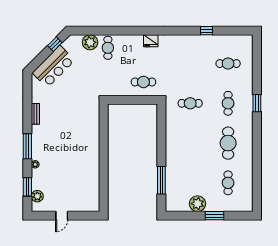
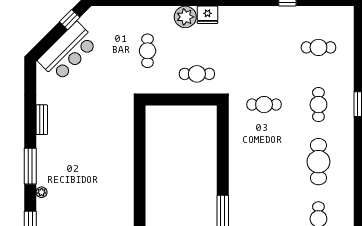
plant: (90, 42) -> (185, 17), moved
cafe table: (108, 48) -> (148, 51), moved

